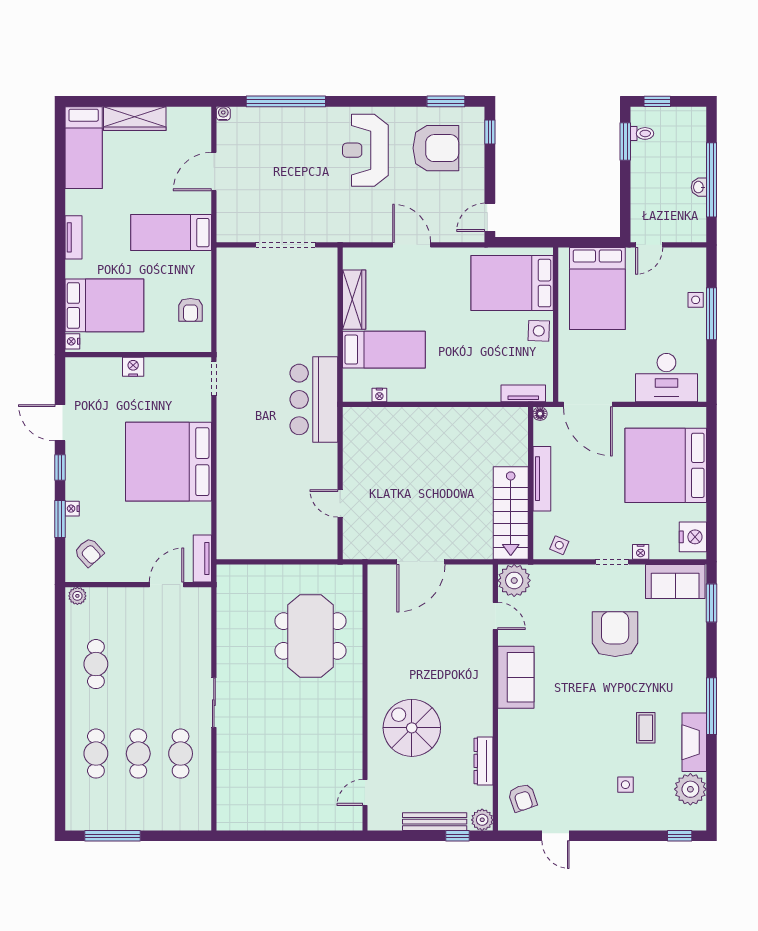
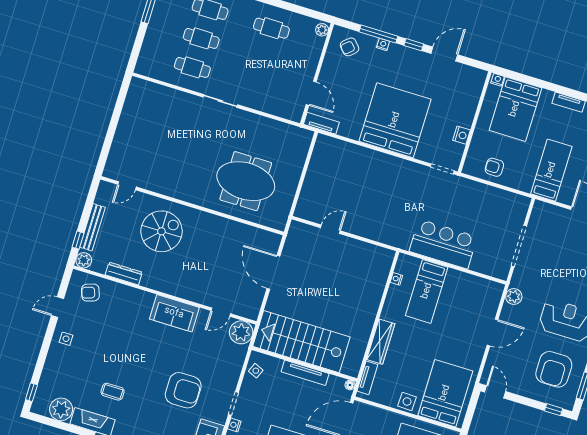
plant: (355, 231) -> (514, 296), added
wardrobe: (354, 300) -> (381, 342), moved, turned -90
nightstand: (133, 367) -> (461, 135), moved
bar counter: (314, 399) -> (443, 244), moved
stairs: (511, 513) -> (301, 342), width x1.36, depth x1.51
window: (60, 519) -> (378, 34), width x1.44
side table: (625, 785) -> (66, 339), moved
door: (365, 793) -> (127, 186), swing flipped

